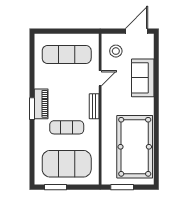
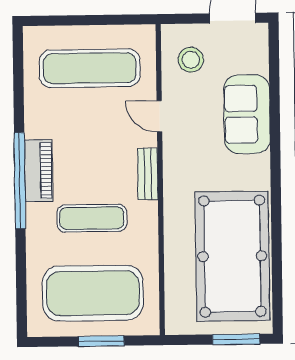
door: (100, 78) -> (159, 116), swing flipped
window: (32, 109) -> (20, 181), width x2.11
window: (55, 187) -> (101, 341), moved
window: (122, 187) -> (236, 339), moved

